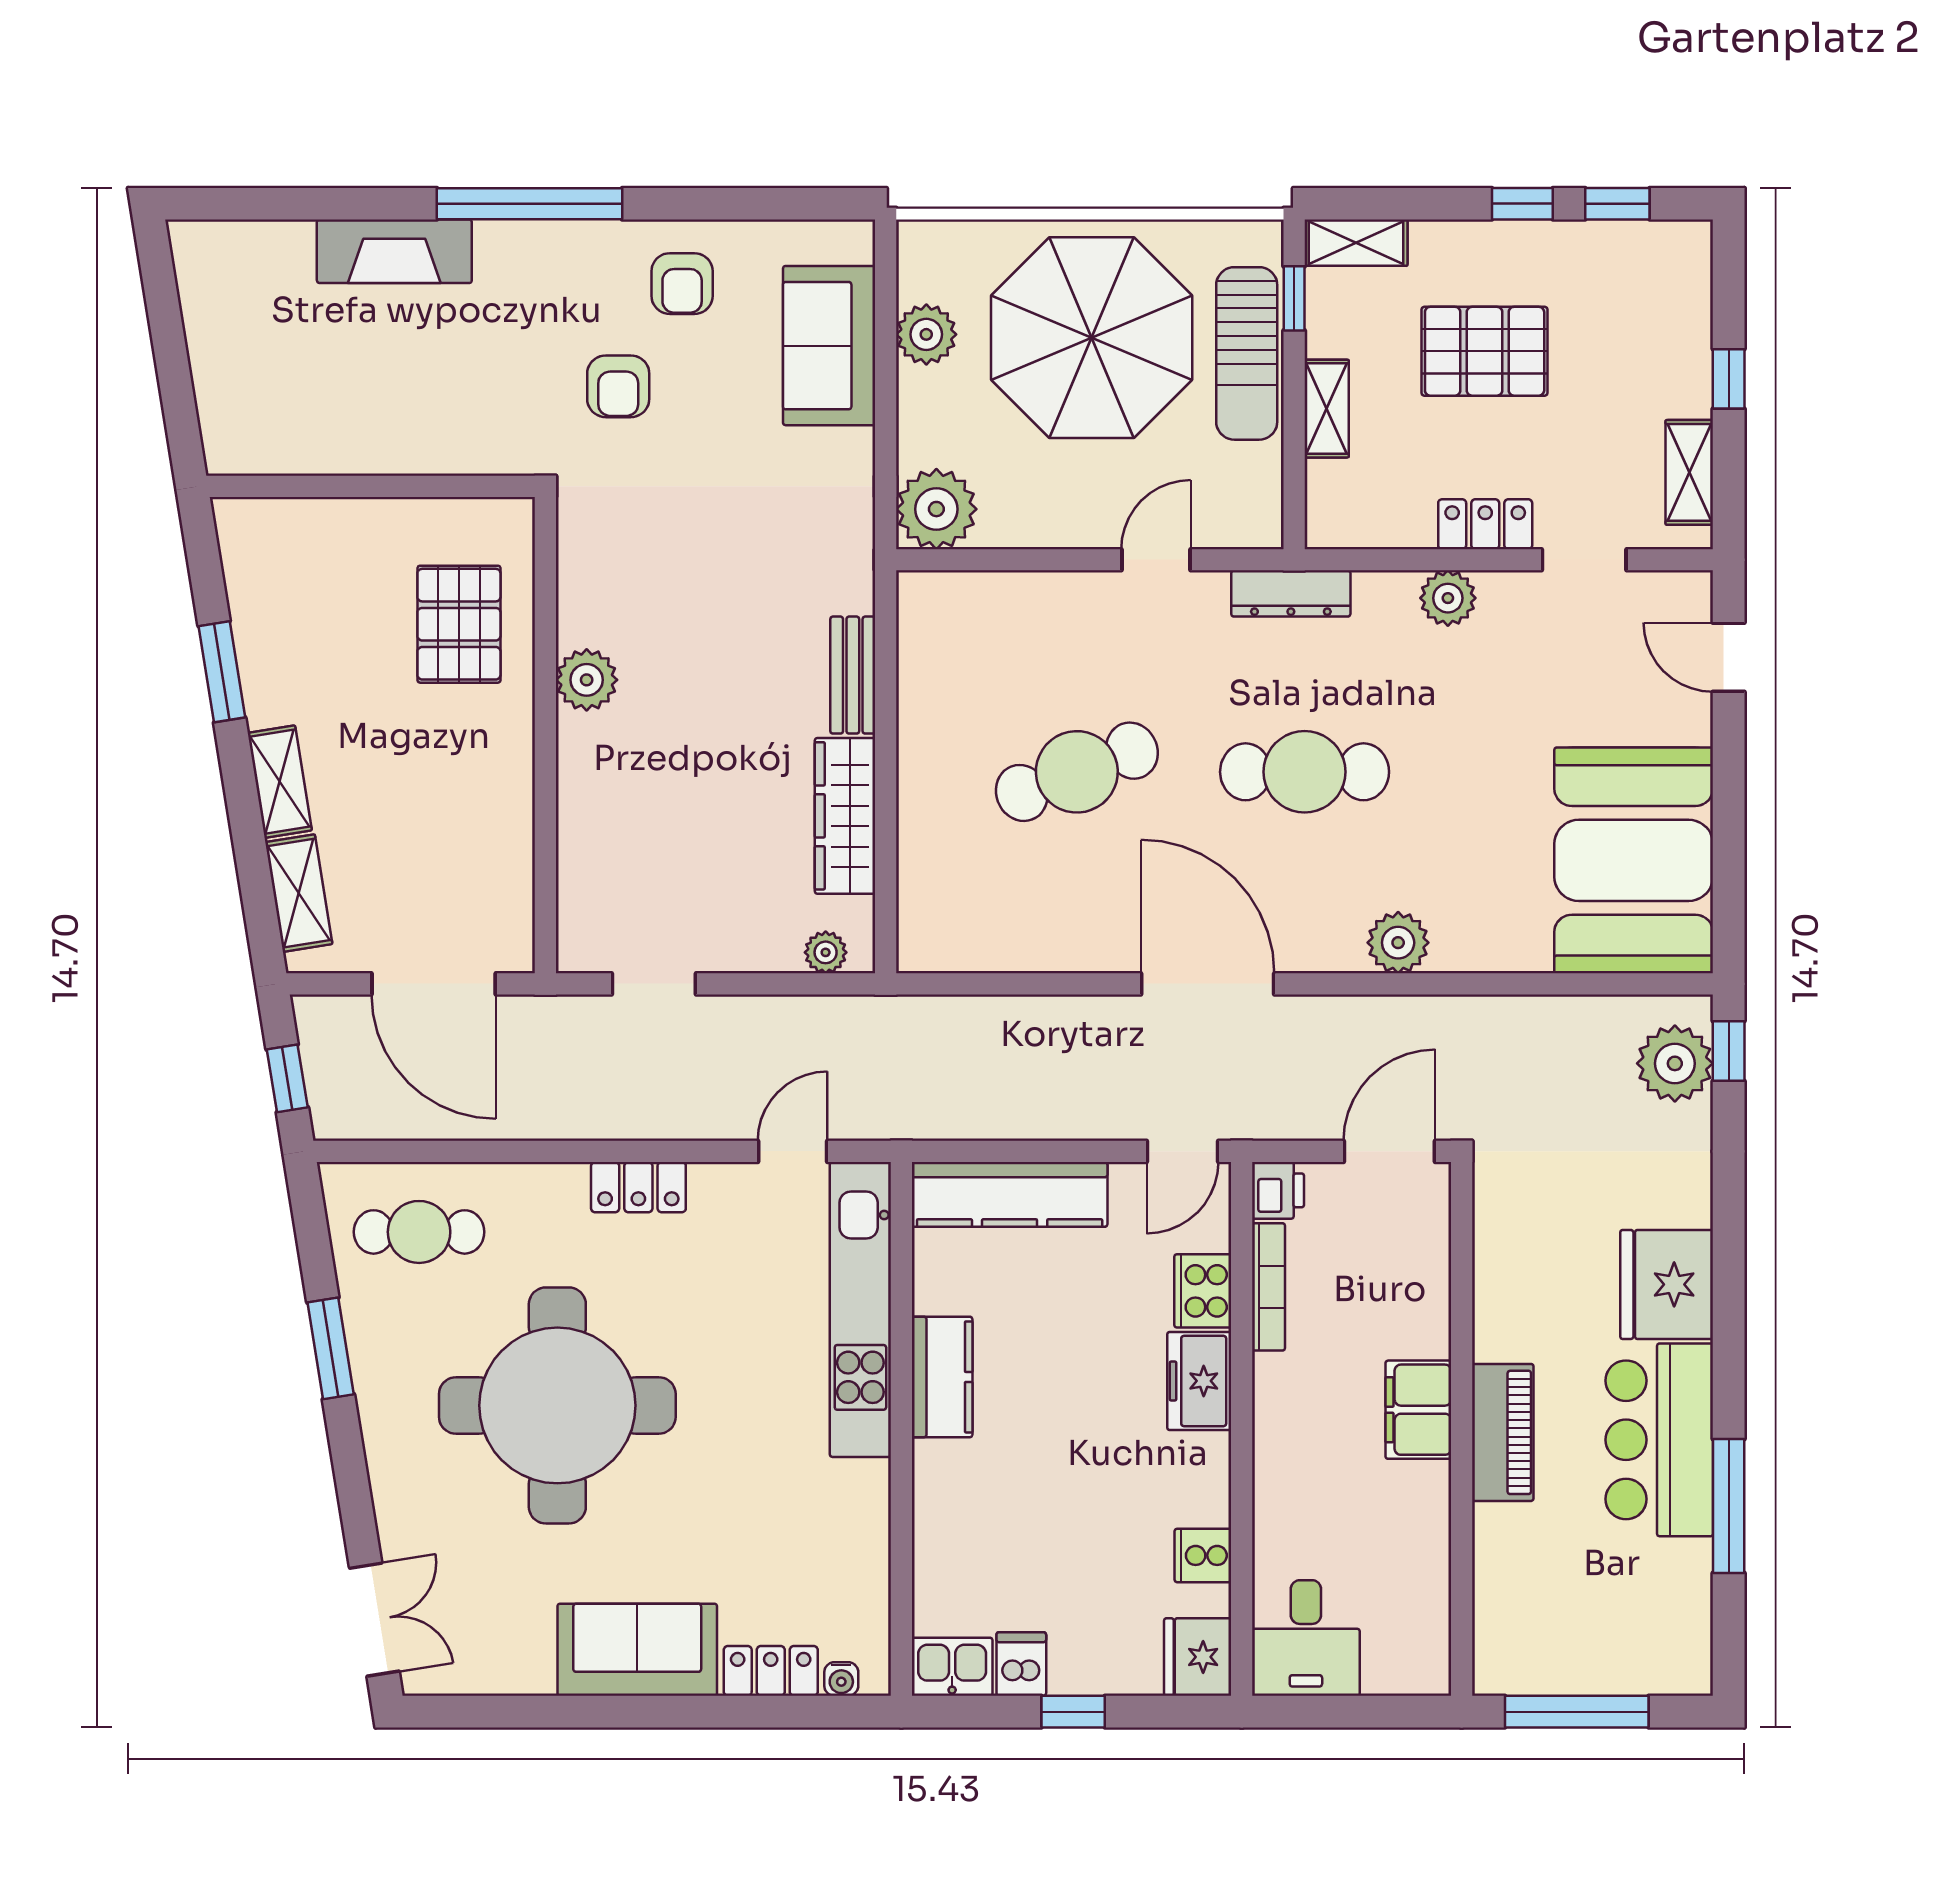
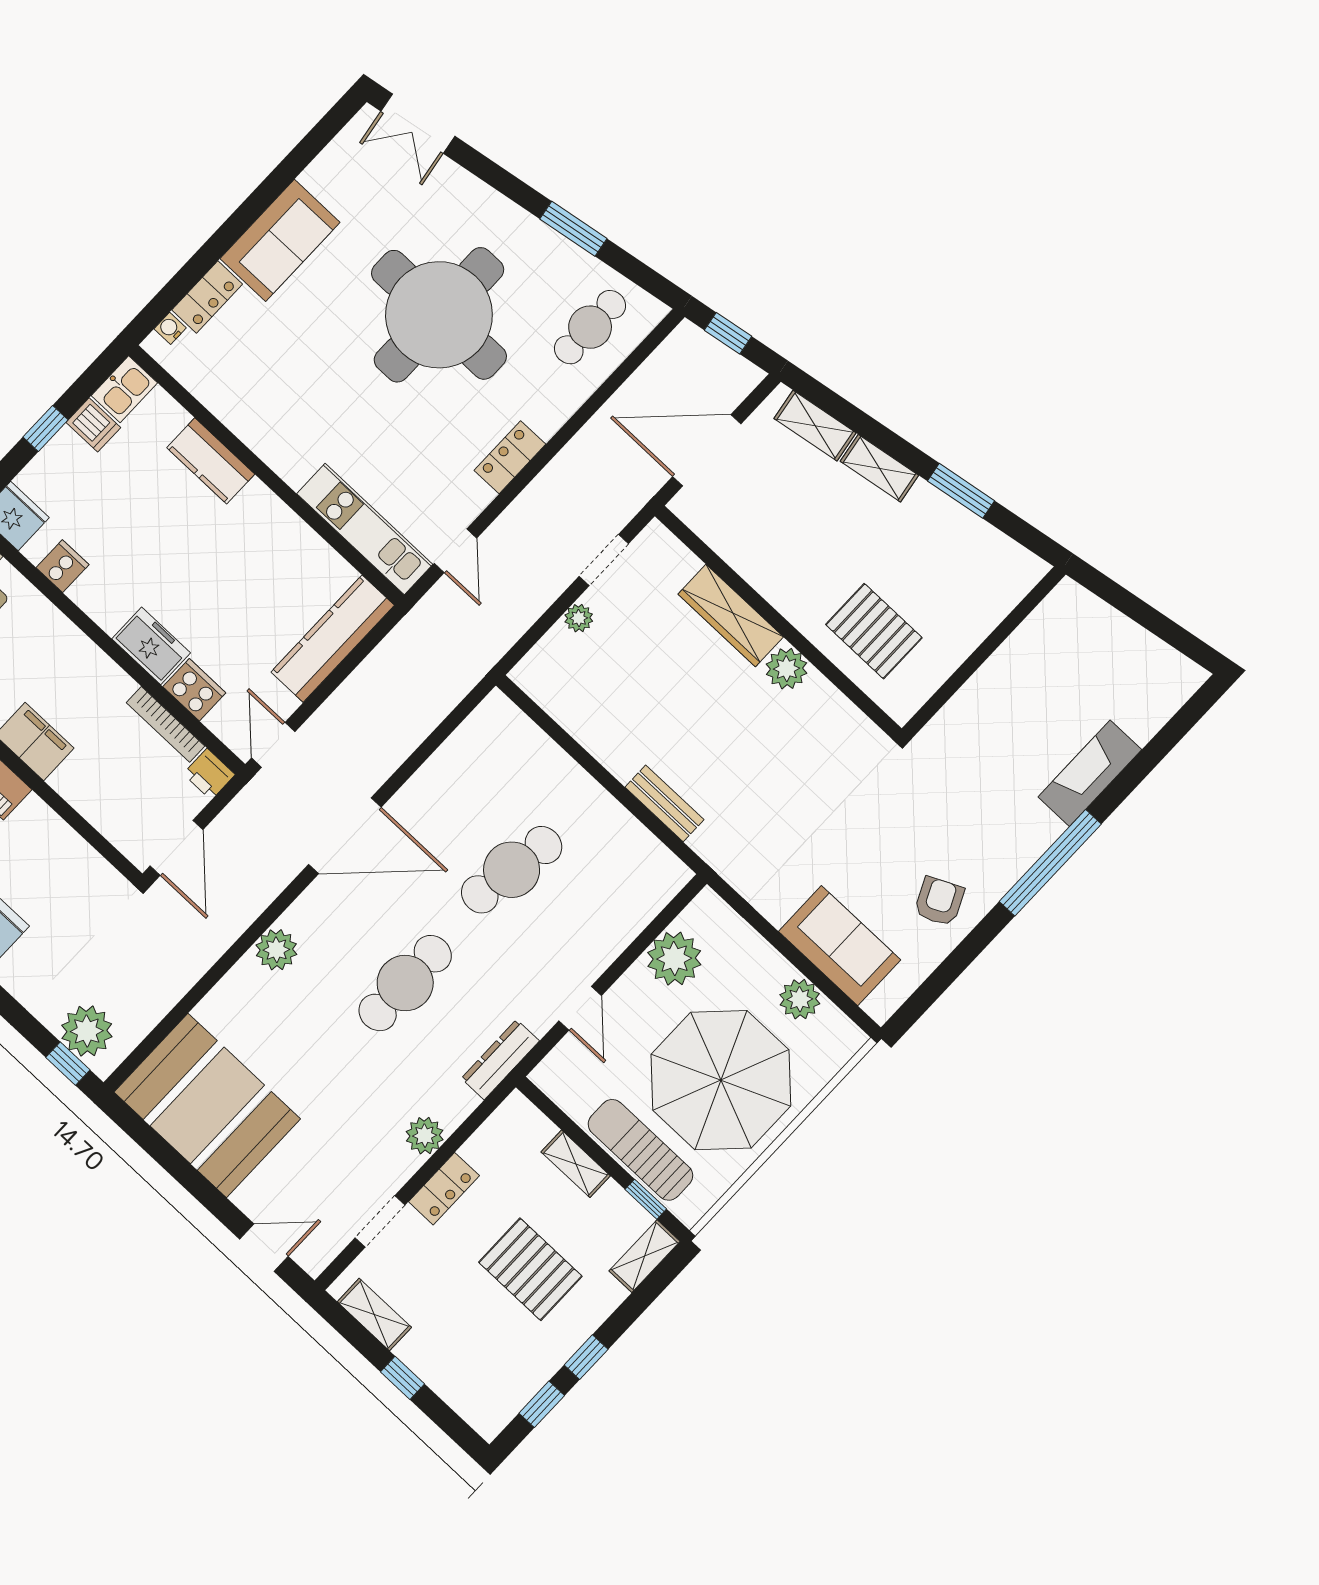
armchair: (682, 284) -> (939, 901), turned 65
pallet: (1485, 351) -> (530, 1269), turned 90
armchair: (618, 386) -> (918, 822), removed
plant: (936, 509) -> (674, 959), moved
cafe table: (1077, 772) -> (512, 870), turned 30
wardrobe: (845, 816) -> (731, 616), moved, turned 180
plant: (826, 952) -> (579, 618), moved
kitchen unit: (860, 1309) -> (365, 529), width x0.73
kitchen counter: (942, 1377) -> (211, 461), moved

